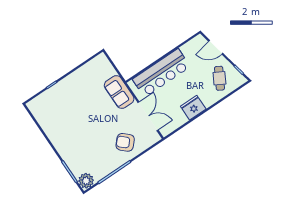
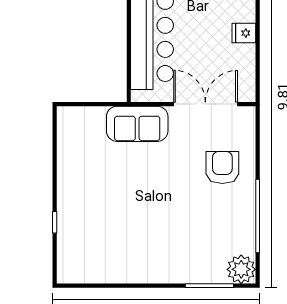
fridge: (193, 108) -> (244, 33), width x0.53, depth x0.75
armchair: (125, 142) -> (222, 168), turned 138

